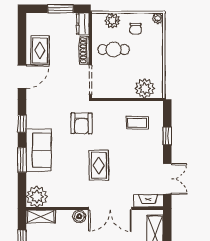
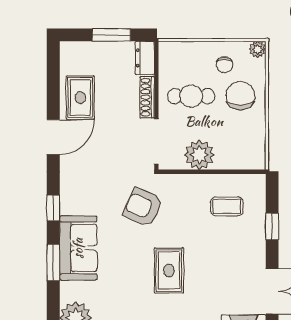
plant: (112, 21) -> (189, 53), removed
chair: (146, 49) -> (240, 96), added
plant: (145, 88) -> (199, 155), moved
armchair: (81, 123) -> (143, 207), turned 114

